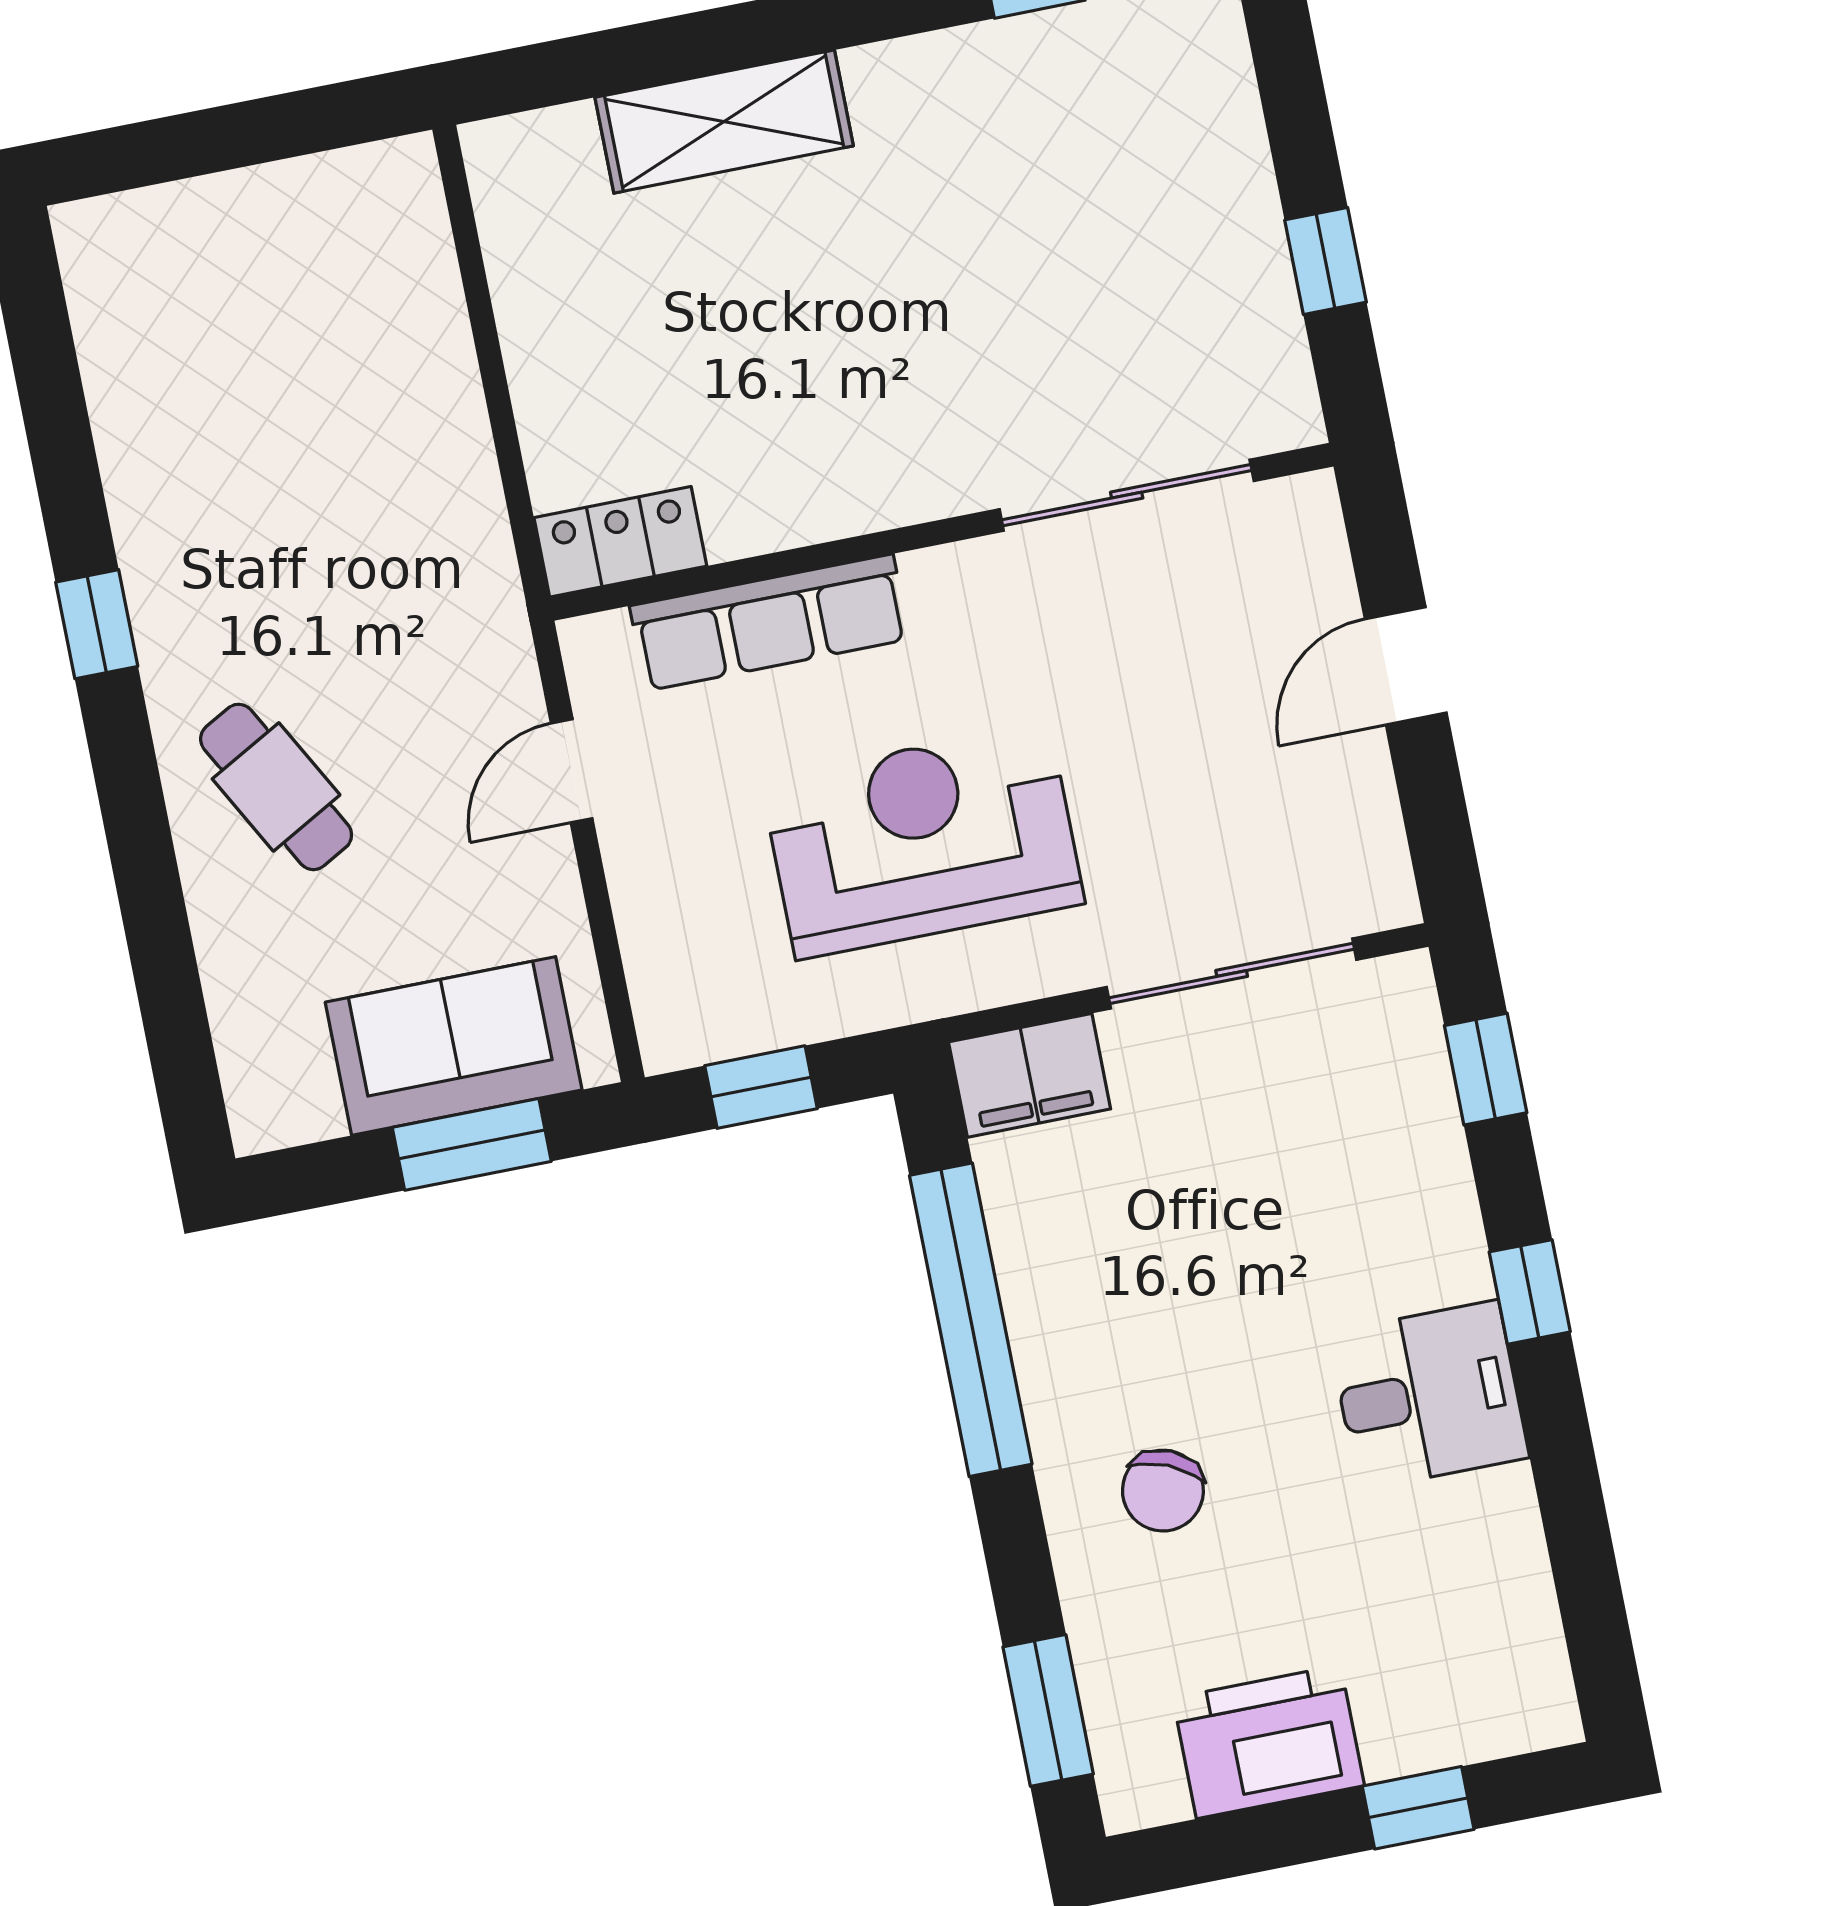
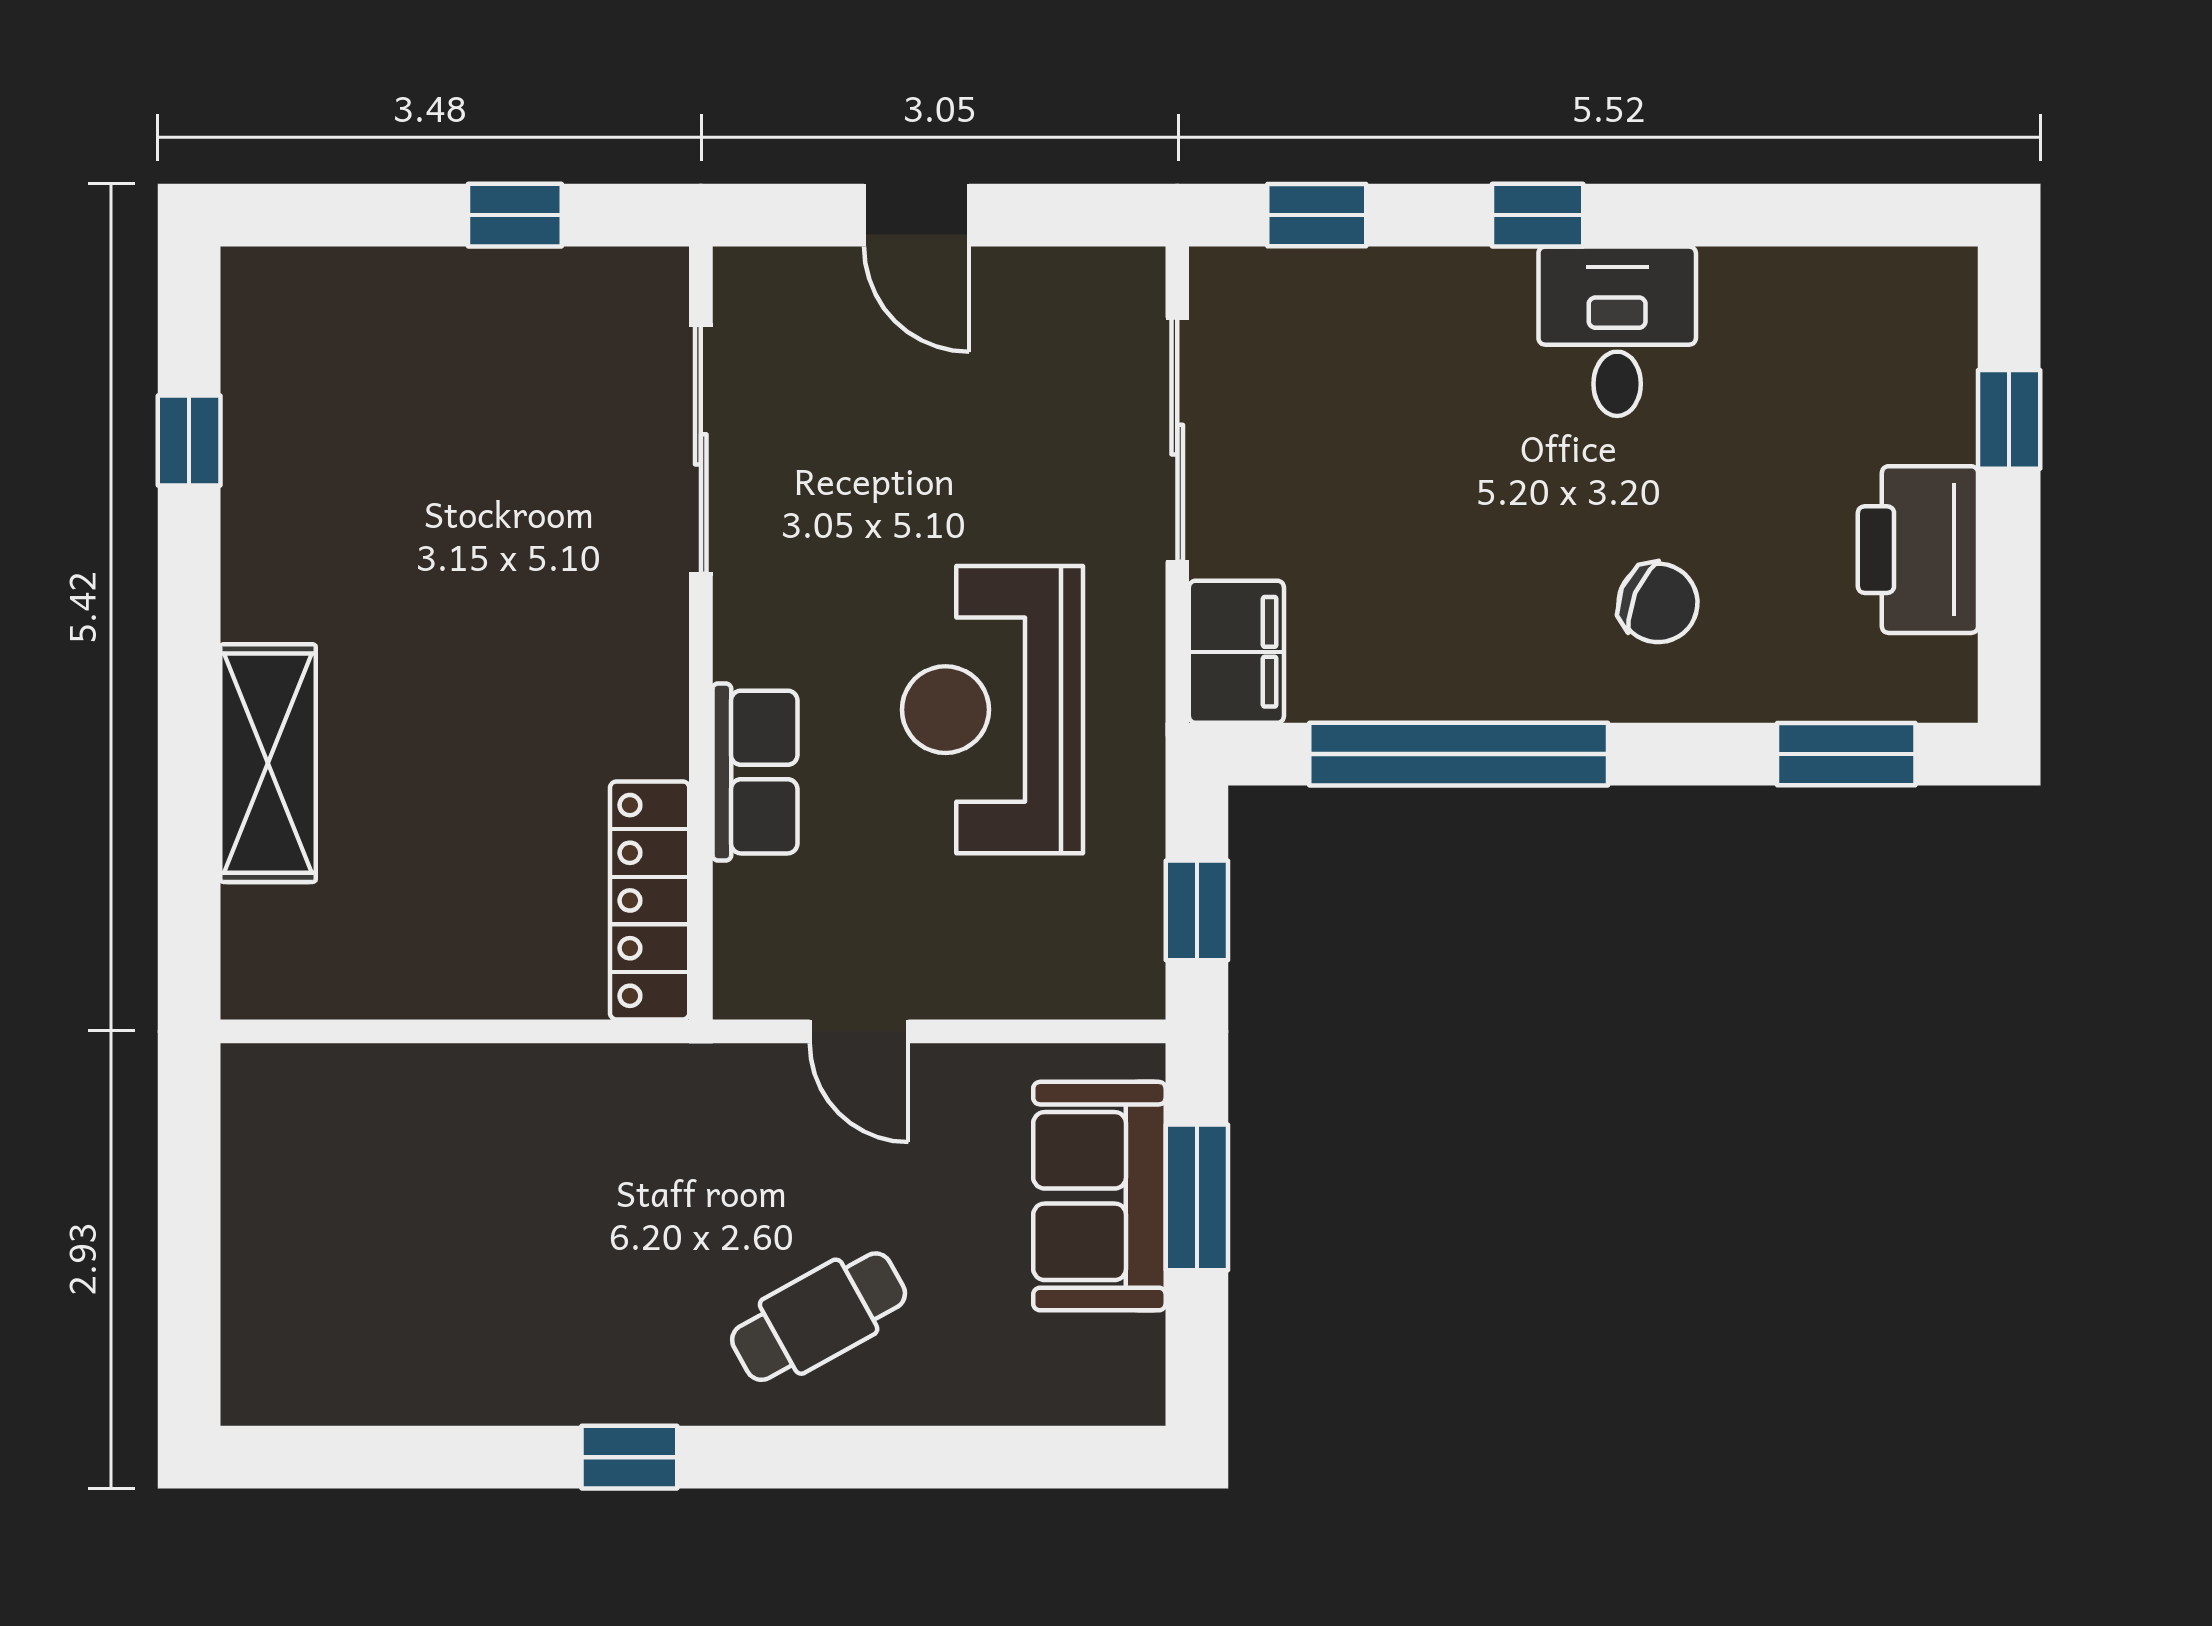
locker: (620, 542) -> (650, 900), width x1.53
row of seats: (770, 623) -> (755, 772), width x0.68

